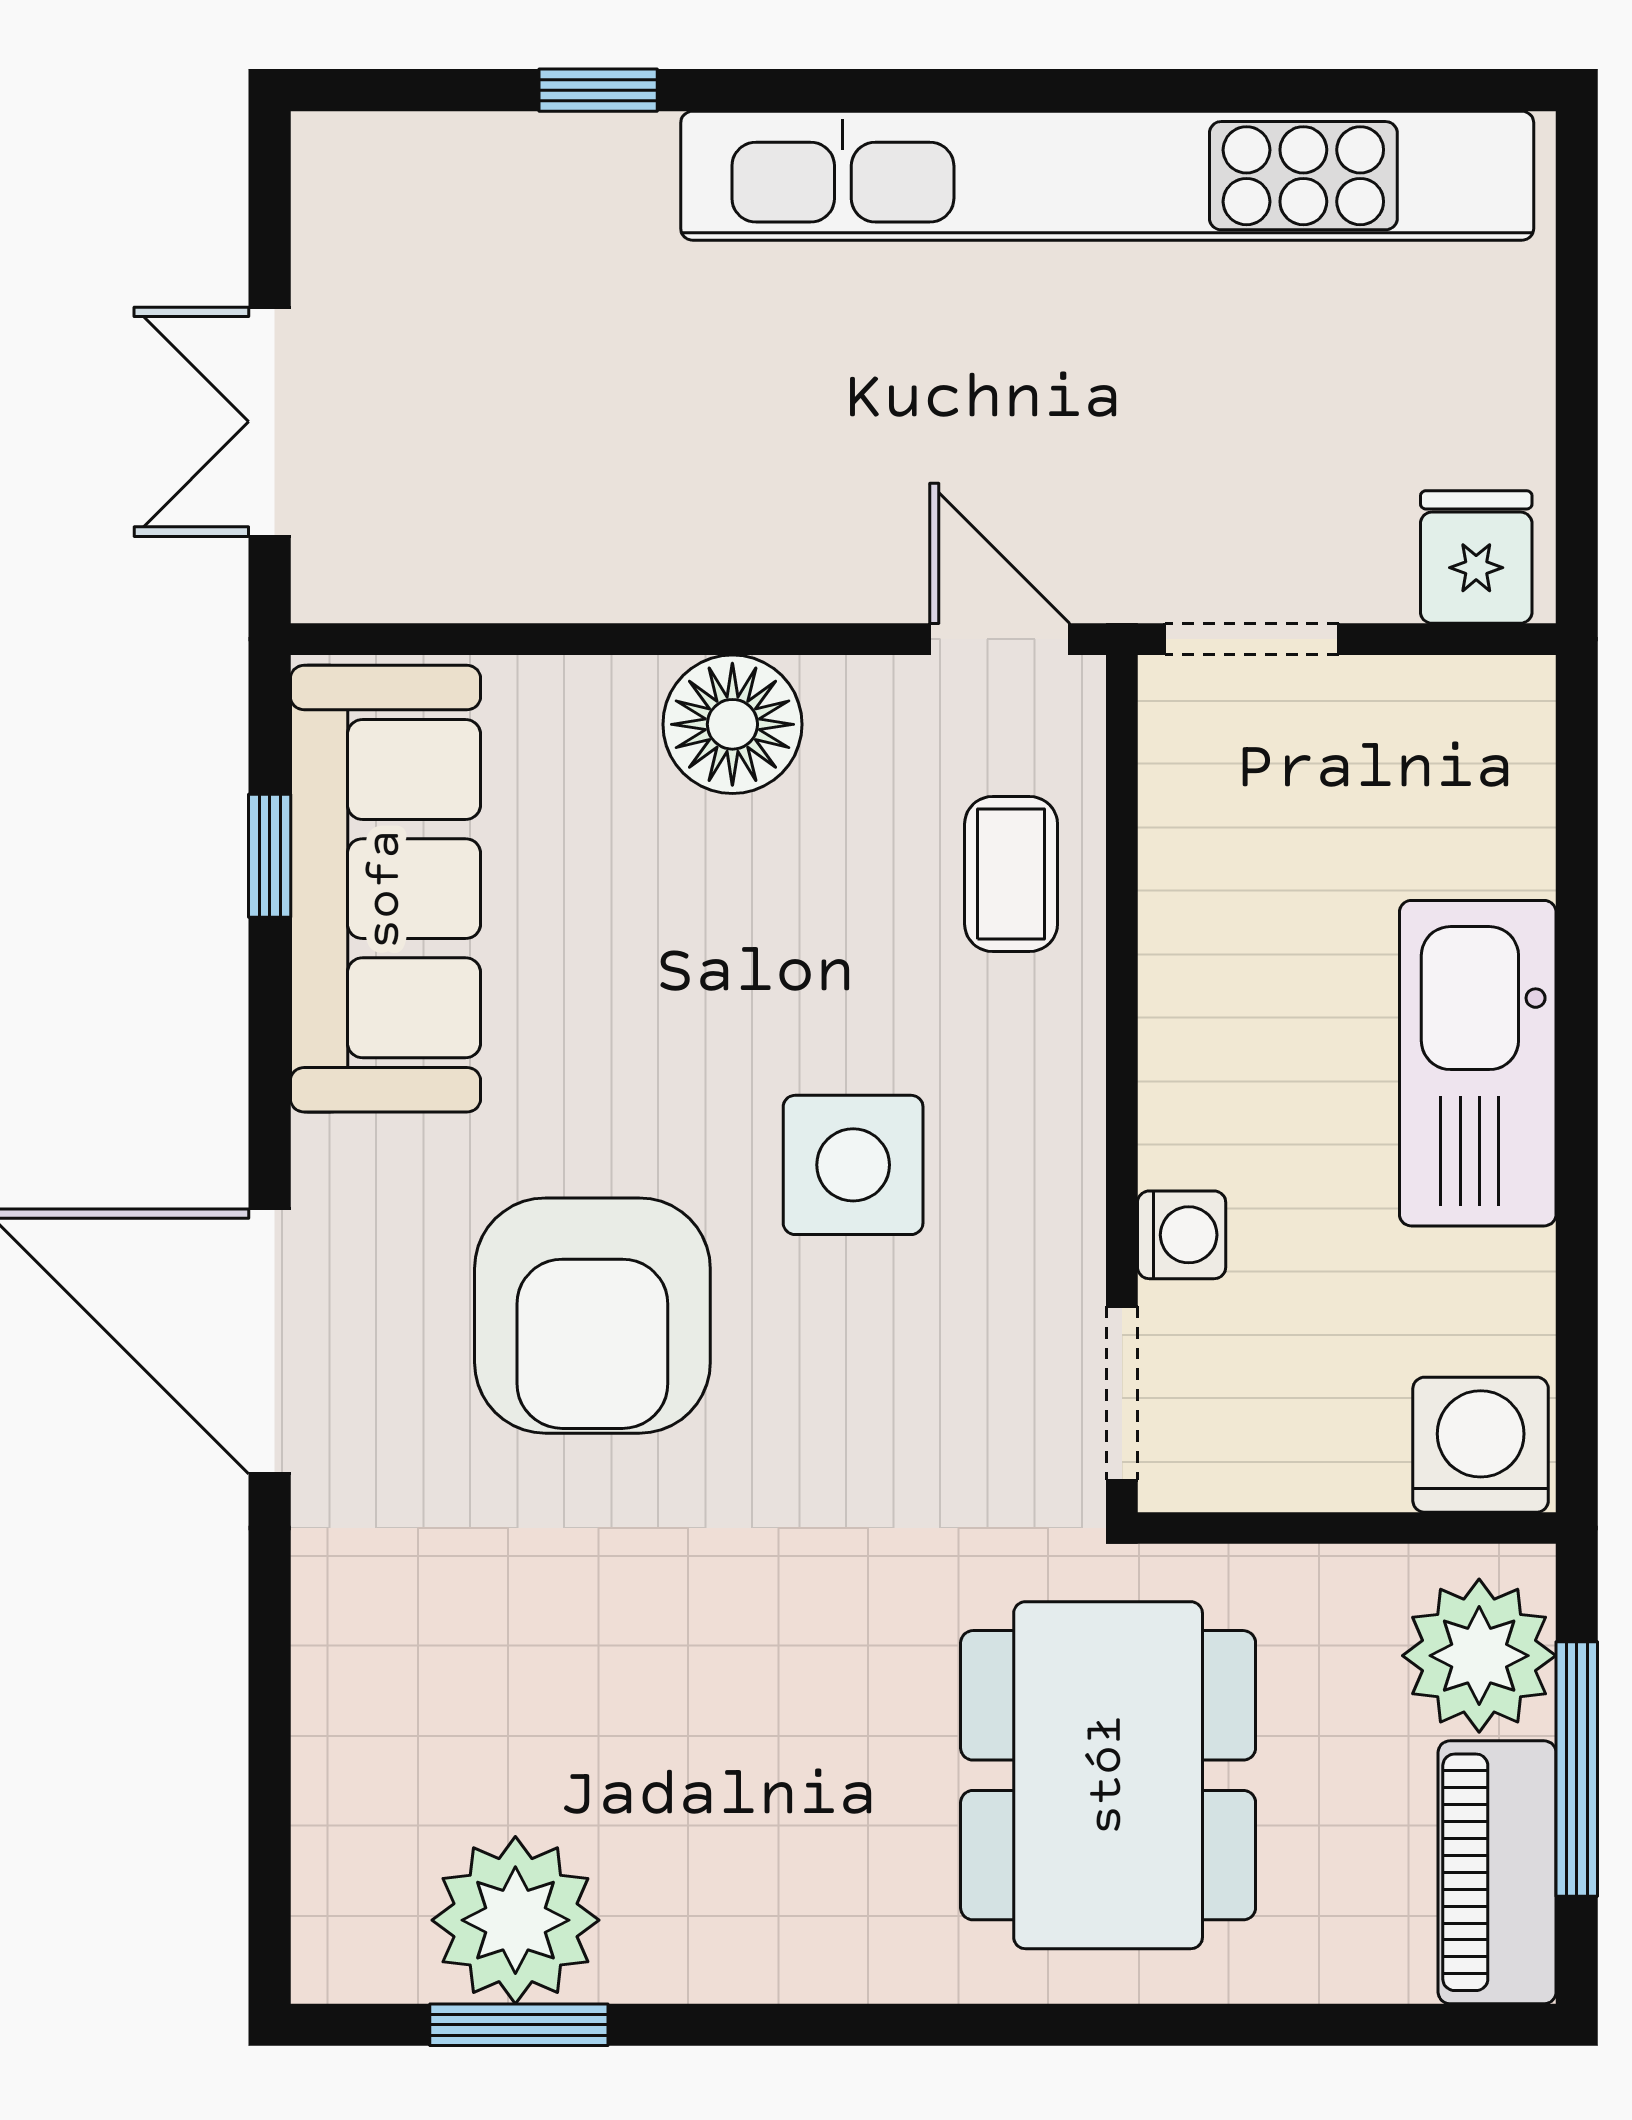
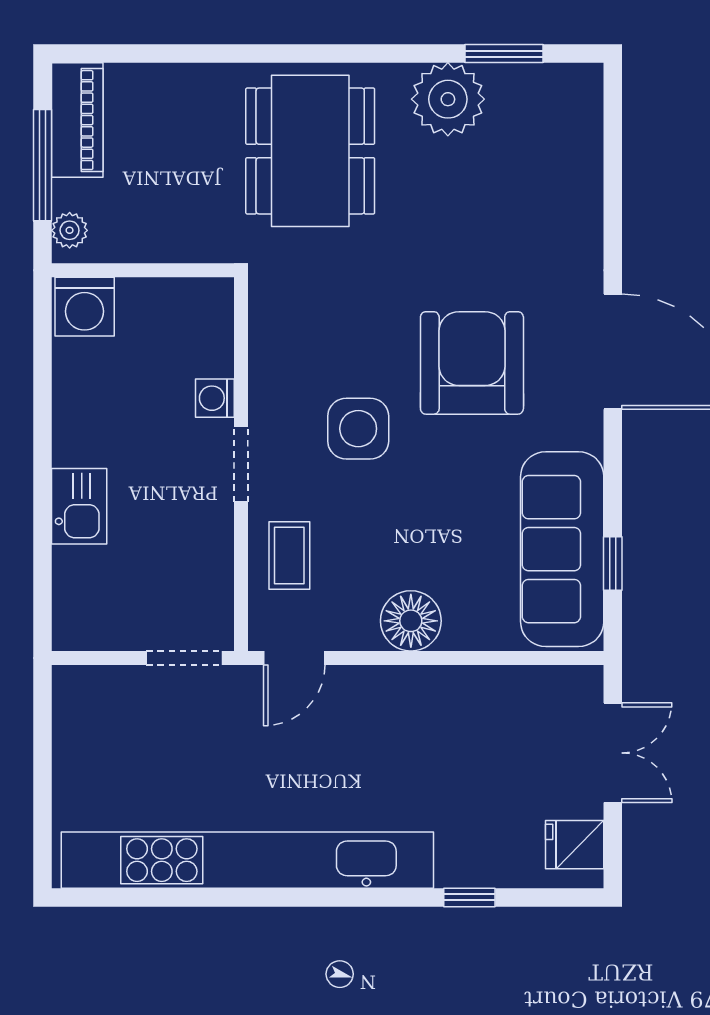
fridge: (1476, 557) -> (575, 845), moved, turned 90
door: (1000, 639) -> (294, 658), hinge flipped
kitchen sink: (1478, 1063) -> (79, 506), width x0.53, depth x0.81
doorway: (1122, 1393) -> (241, 464), moved
plant: (1479, 1656) -> (70, 230), width x0.53, depth x0.53
dining table: (1108, 1775) -> (310, 151), moved
plant: (515, 1920) -> (448, 99), moved

